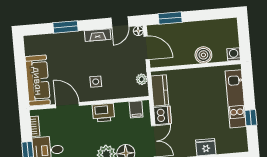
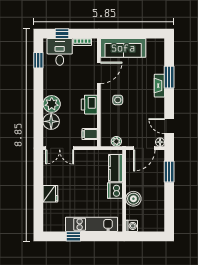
fireplace: (98, 35) -> (159, 86), moved
kitchen counter: (160, 90) -> (115, 168), moved, turned 90
dishwasher: (163, 115) -> (115, 191), moved, turned 90

